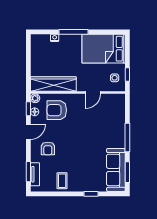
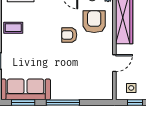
door: (93, 93) -> (114, 63), swing flipped
armchair: (48, 148) -> (69, 35), moved

